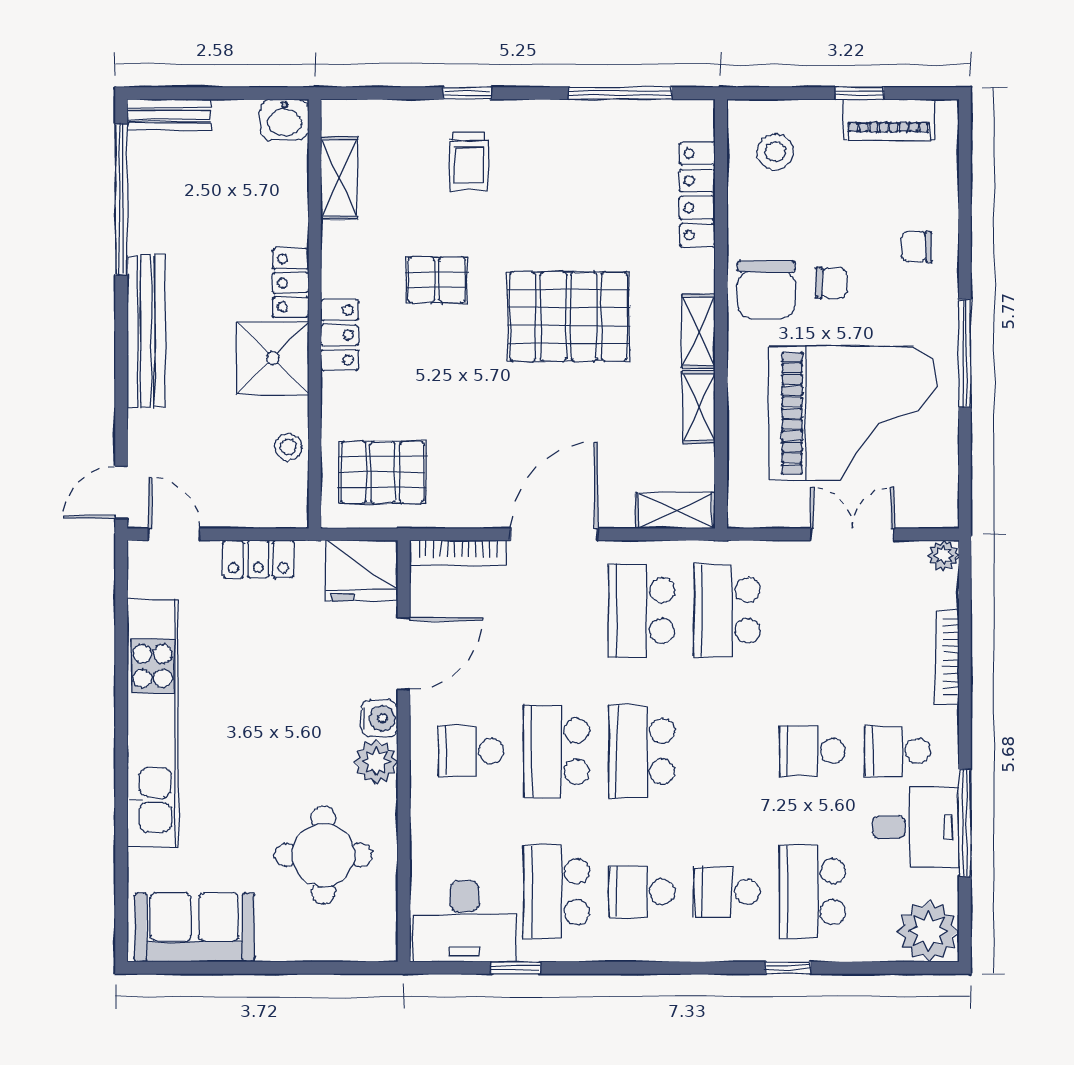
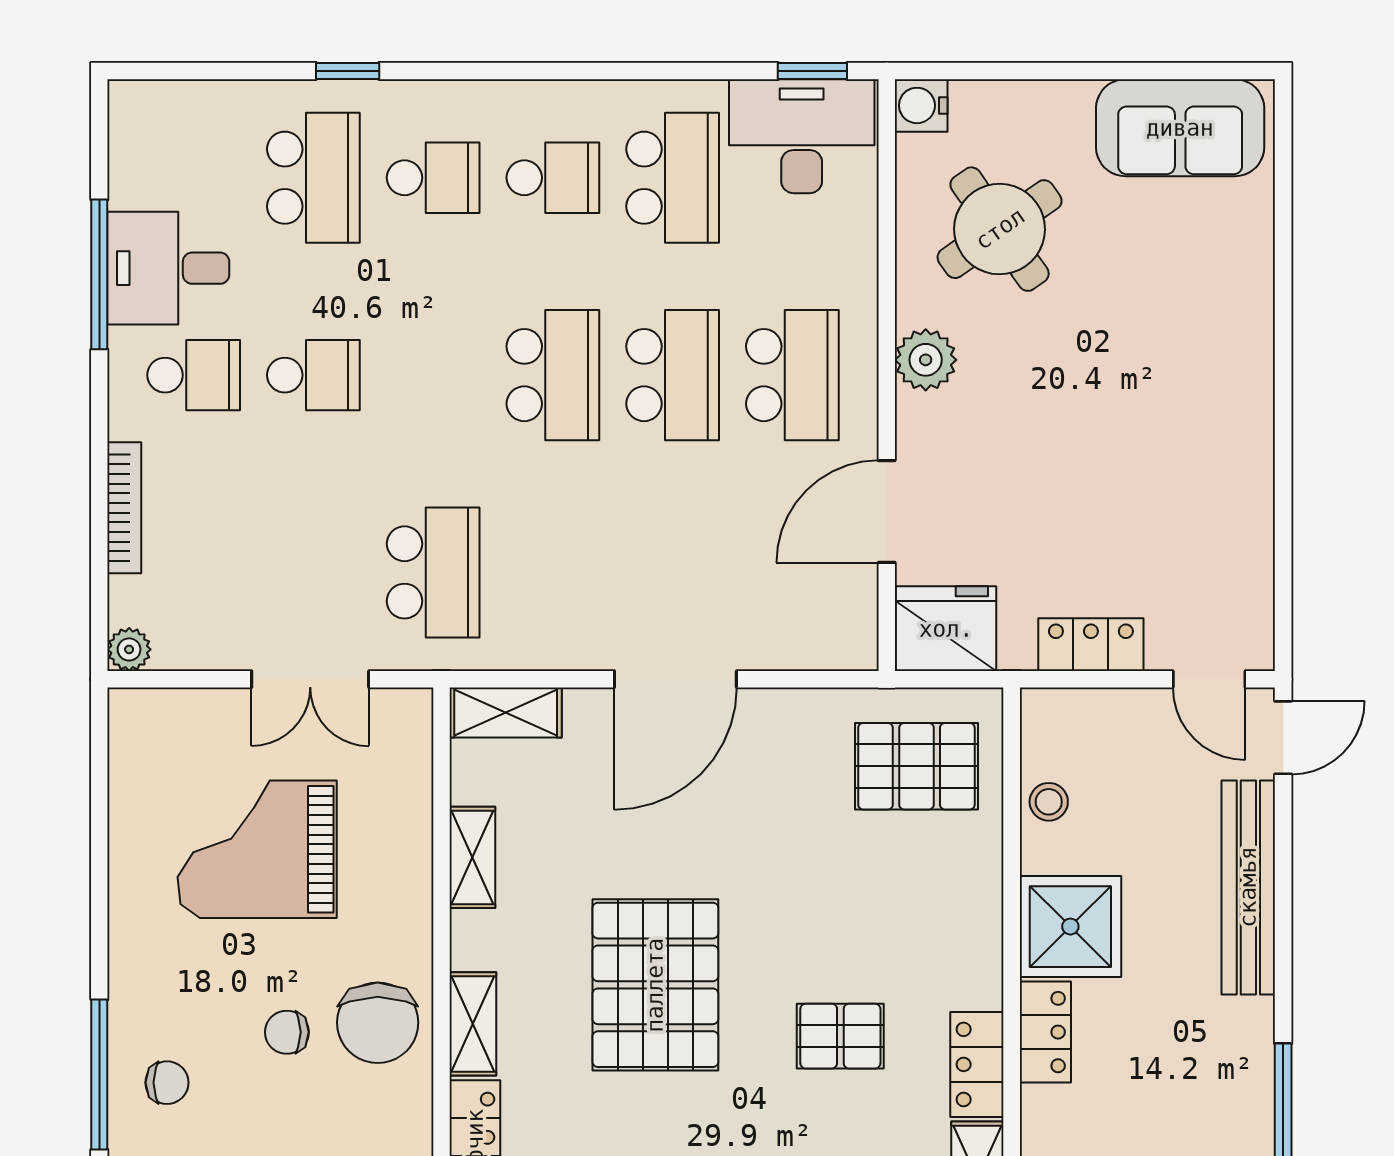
chair: (766, 290) -> (378, 1023), turned 180
pallet: (569, 317) -> (655, 985), turned 90
bench: (146, 331) -> (1248, 887), moved
shelving: (699, 331) -> (473, 1024), moved
locker: (339, 335) -> (977, 1064), moved
window: (965, 353) -> (99, 1074), moved
grand piano: (852, 413) -> (257, 849), width x0.73, depth x0.68
double door: (852, 534) -> (310, 679), moved
bookcase: (458, 553) -> (811, 654), removed
school desk: (642, 610) -> (553, 572), removed
water cooler: (379, 718) -> (921, 105), moved
kitchen unit: (153, 723) -> (1239, 414), removed
school desk: (471, 751) -> (792, 375), width x1.85
round table: (323, 855) -> (1000, 229), turned -35
plant: (928, 931) -> (151, 122), removed
window: (516, 968) -> (812, 71), moved

